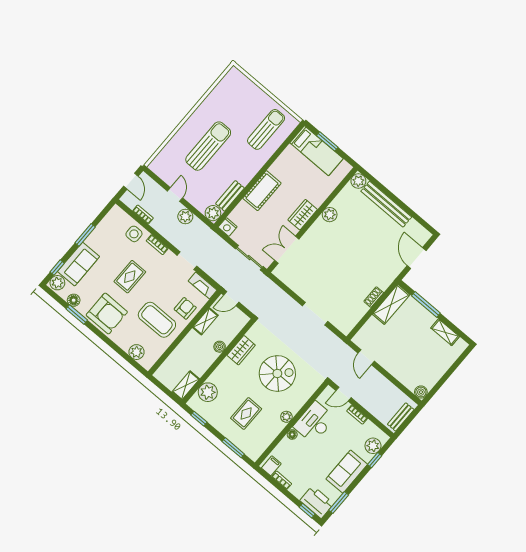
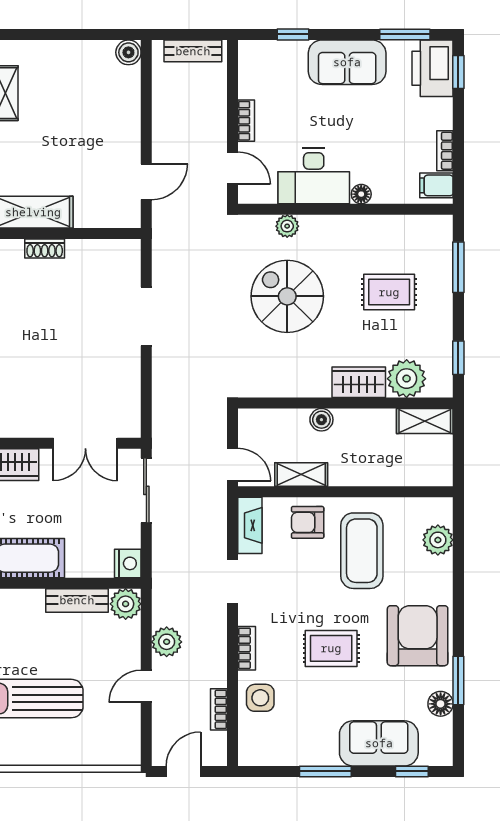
plant: (57, 283) -> (435, 751), removed
wardrobe: (241, 350) -> (359, 382), moved
plant: (286, 417) -> (287, 226), moved
plant: (373, 446) -> (273, 56), removed

